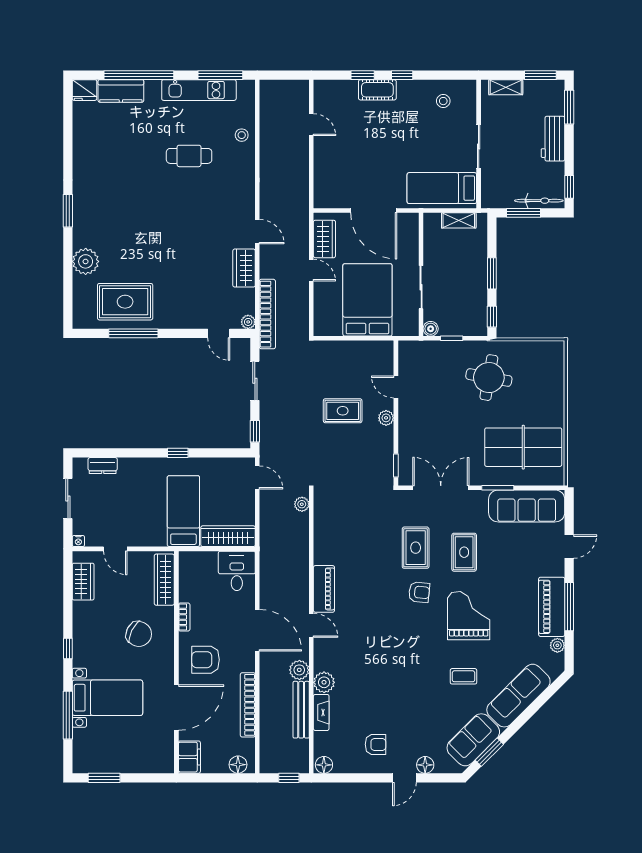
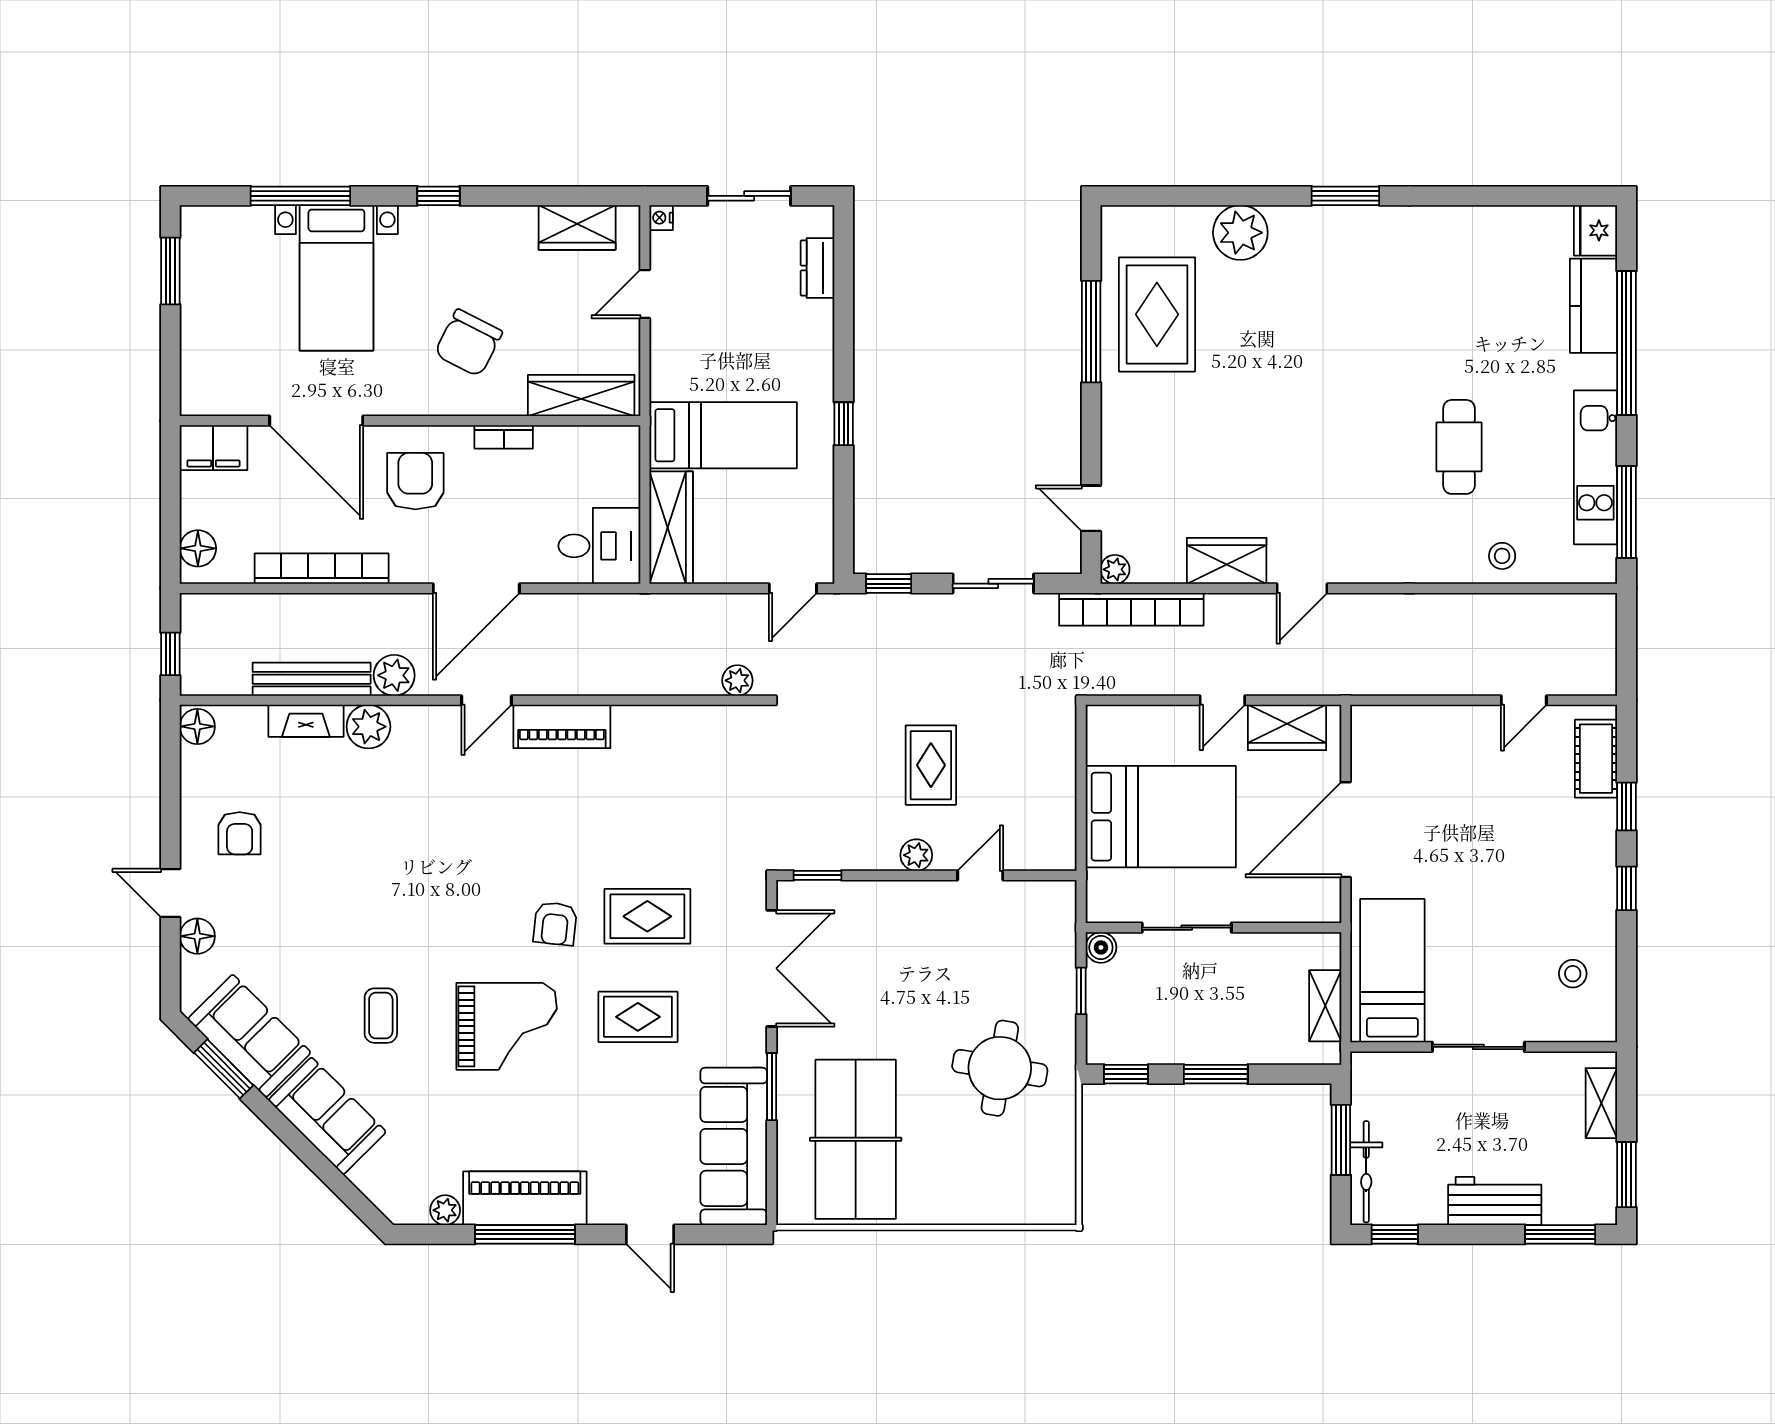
cot: (377, 90) -> (1596, 759), moved
door: (219, 333) -> (1091, 508), hinge flipped
sofa: (518, 696) -> (327, 1116), width x0.73

